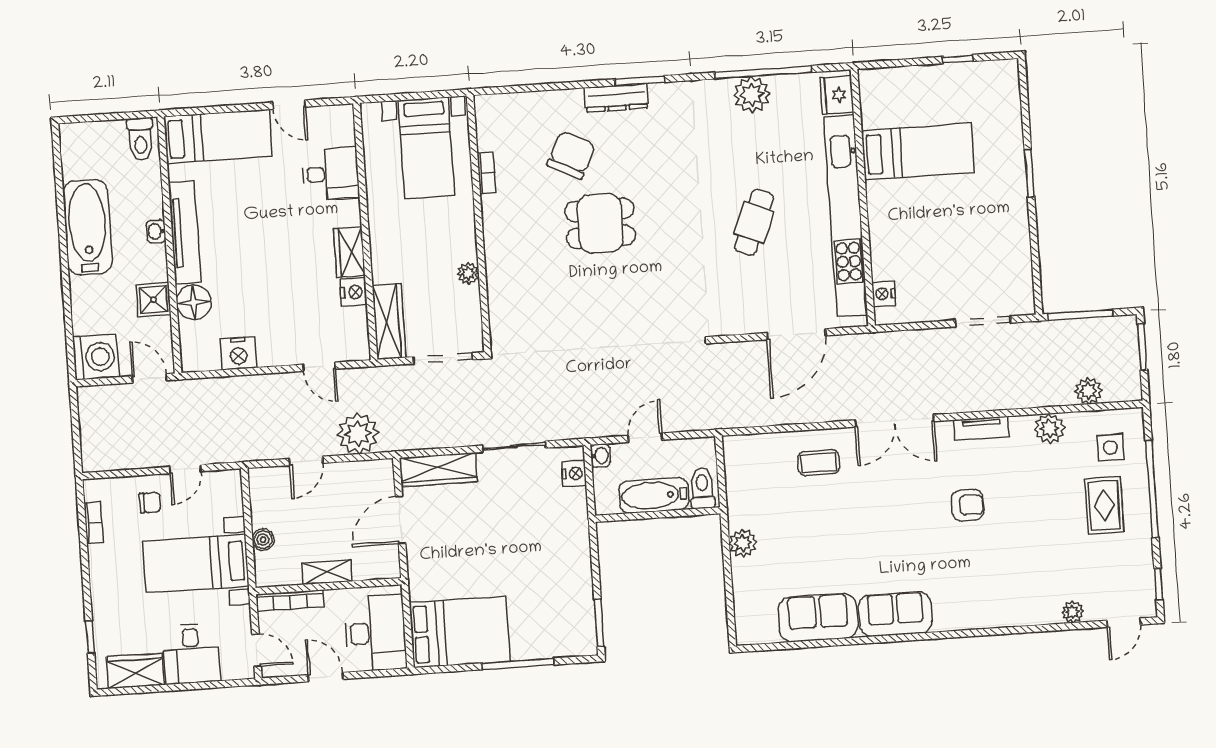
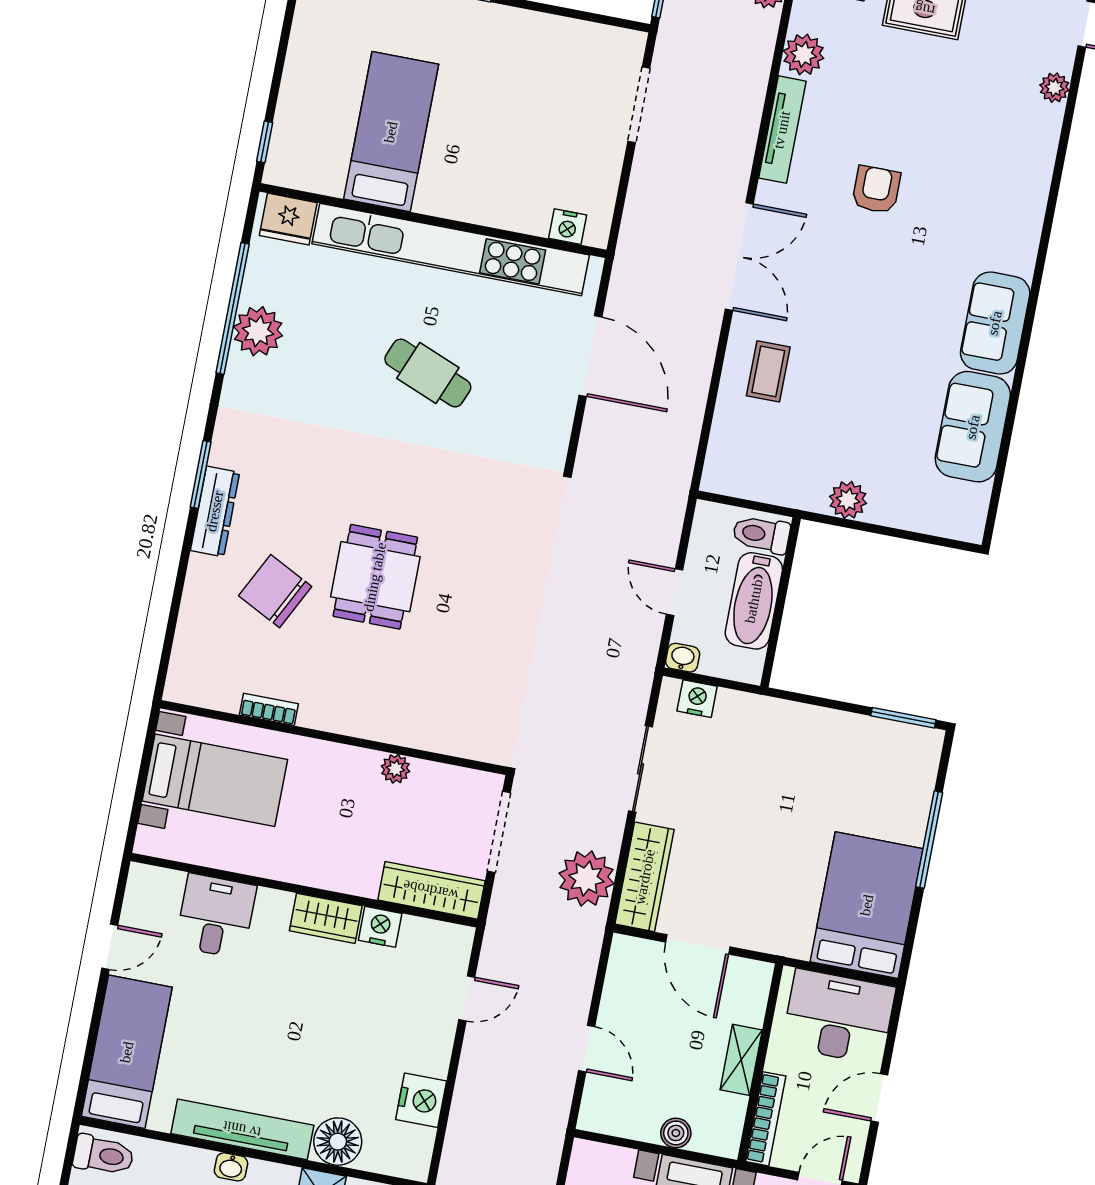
window: (958, 59) -> (265, 142), moved
tv unit: (981, 428) -> (782, 130), width x1.41
plant: (358, 434) -> (586, 878), moved

